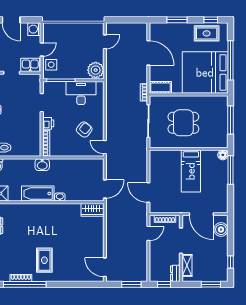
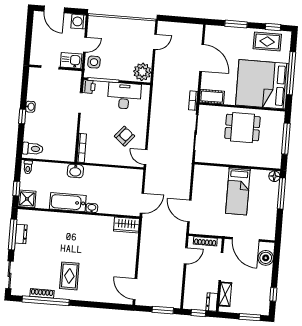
printer: (48, 123) -> (89, 87), moved
dining table: (183, 123) -> (242, 128), moved

